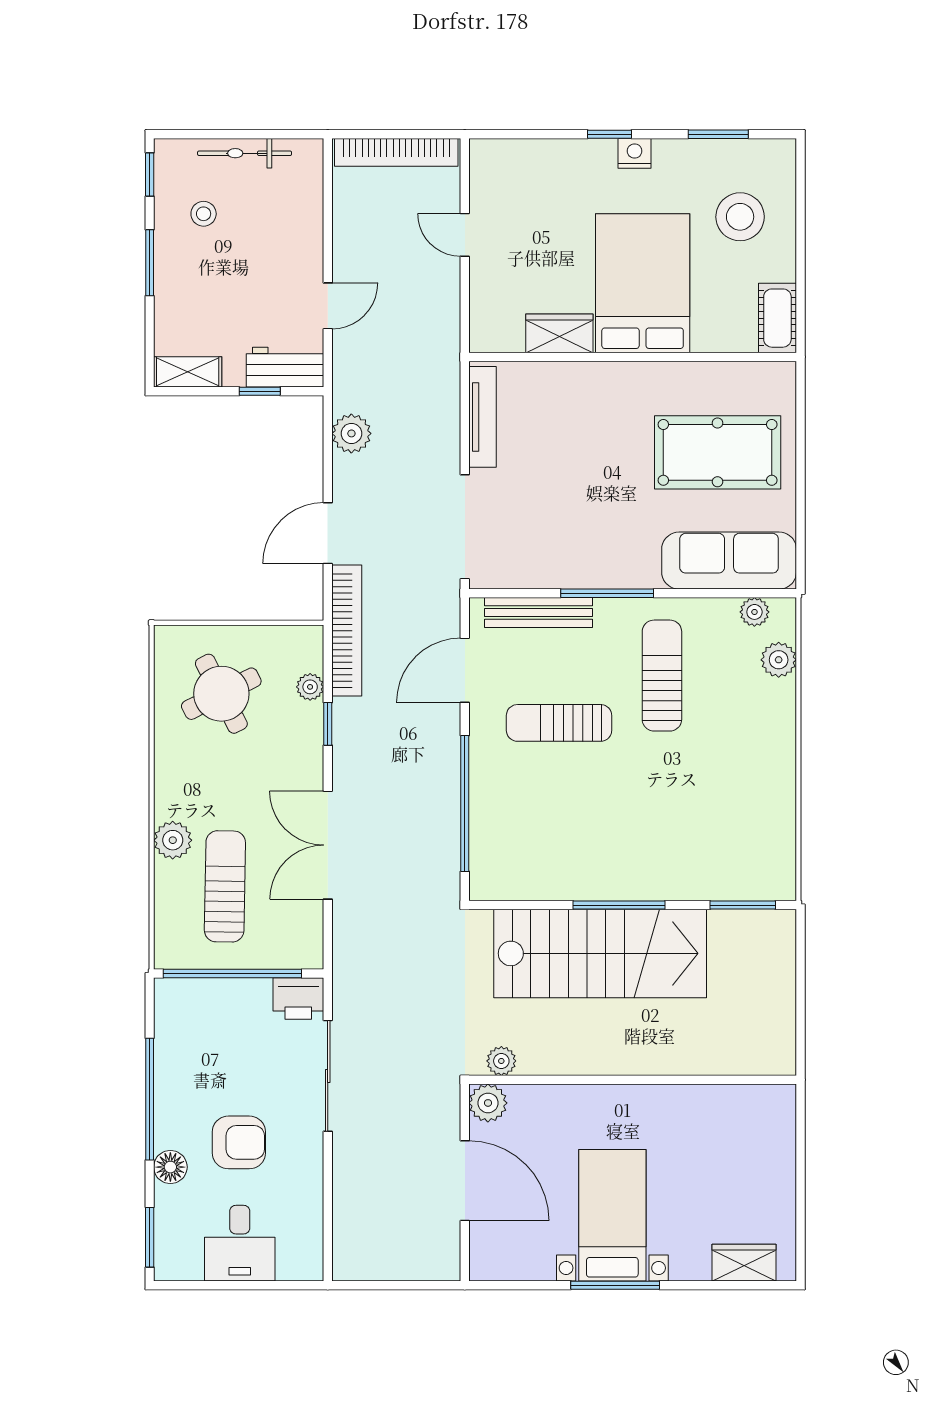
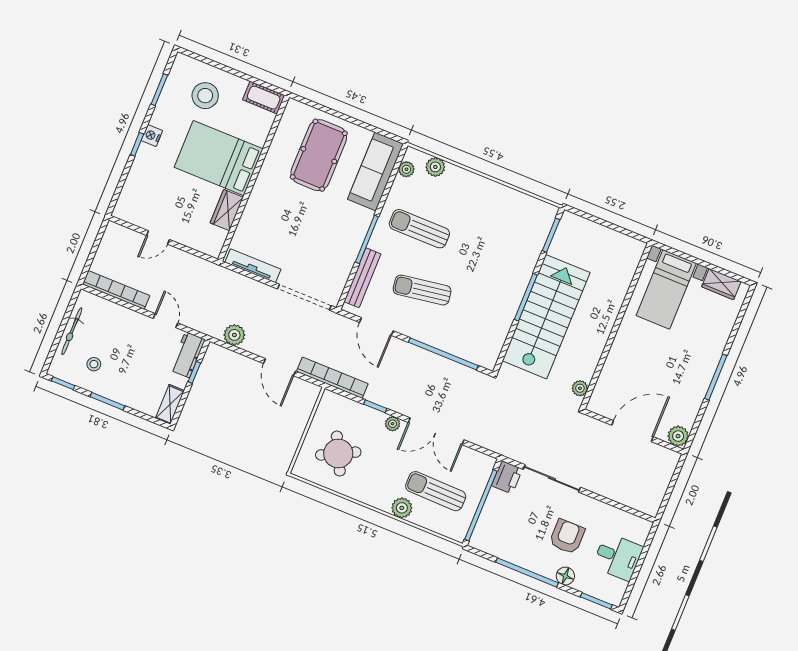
bookcase: (396, 152) -> (116, 290), moved, turned -90
plant: (310, 687) -> (393, 424), moved
sun lounger: (559, 723) -> (422, 290), turned 81
plant: (488, 1103) -> (678, 436), moved
bed with nightstands: (612, 1215) -> (666, 289), moved, turned -90
wardrobe: (744, 1263) -> (721, 284), moved, turned -90

